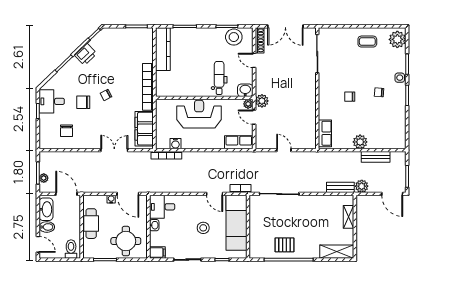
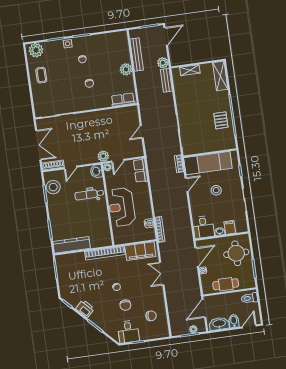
bench: (376, 157) -> (137, 55), width x1.36
filing cabinet: (157, 252) -> (230, 227), moved

